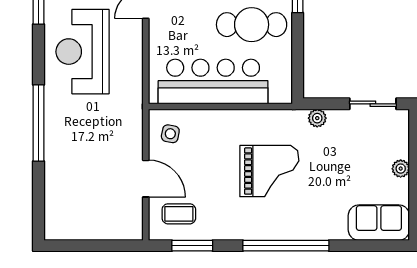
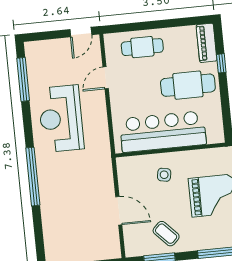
side table: (170, 134) -> (164, 175), moved
coffee table: (179, 214) -> (166, 234), moved, turned 46

